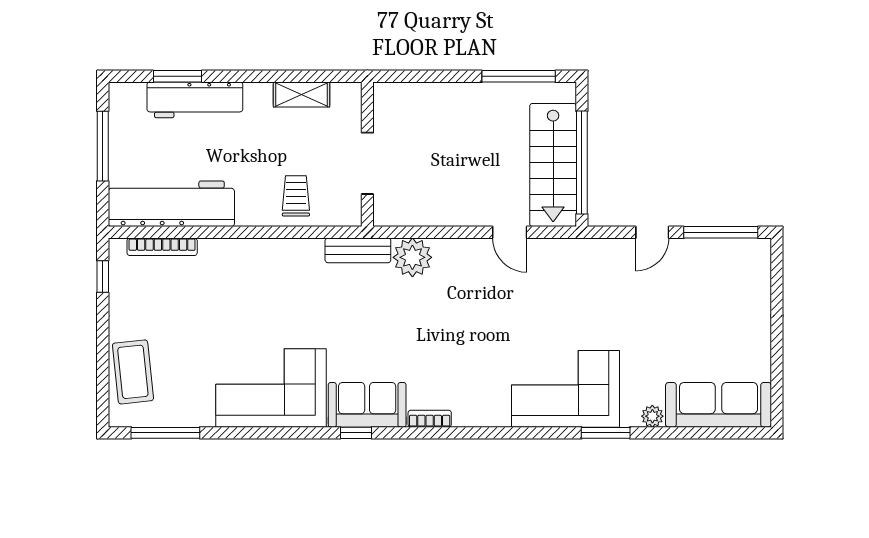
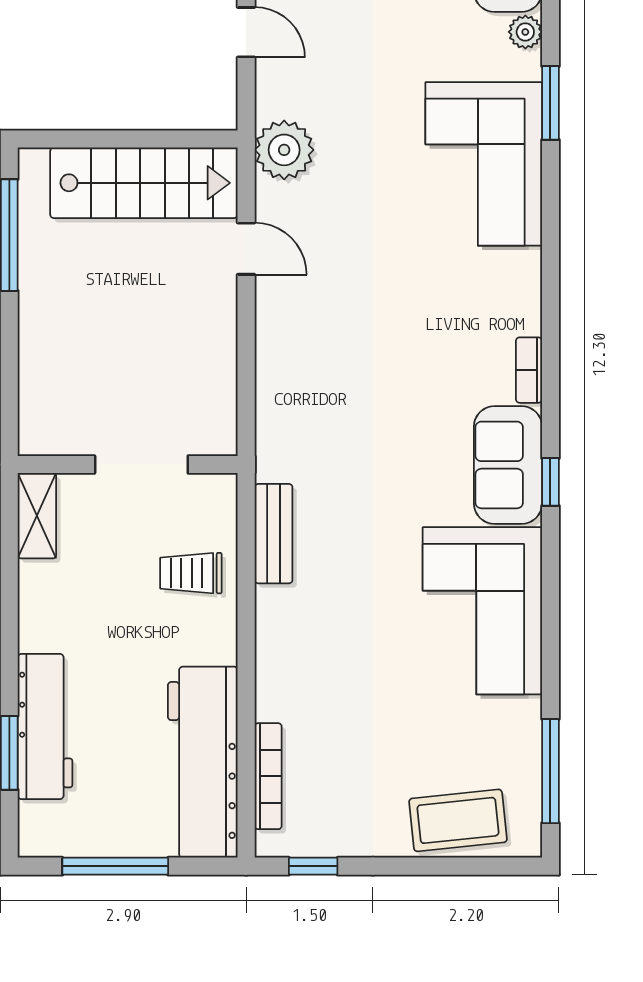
shelving: (302, 95) -> (37, 516), moved
window: (582, 163) -> (140, 139), removed
door: (510, 232) -> (246, 249), hinge flipped
bench: (358, 250) -> (274, 534), moved
plant: (412, 257) -> (284, 150), moved

